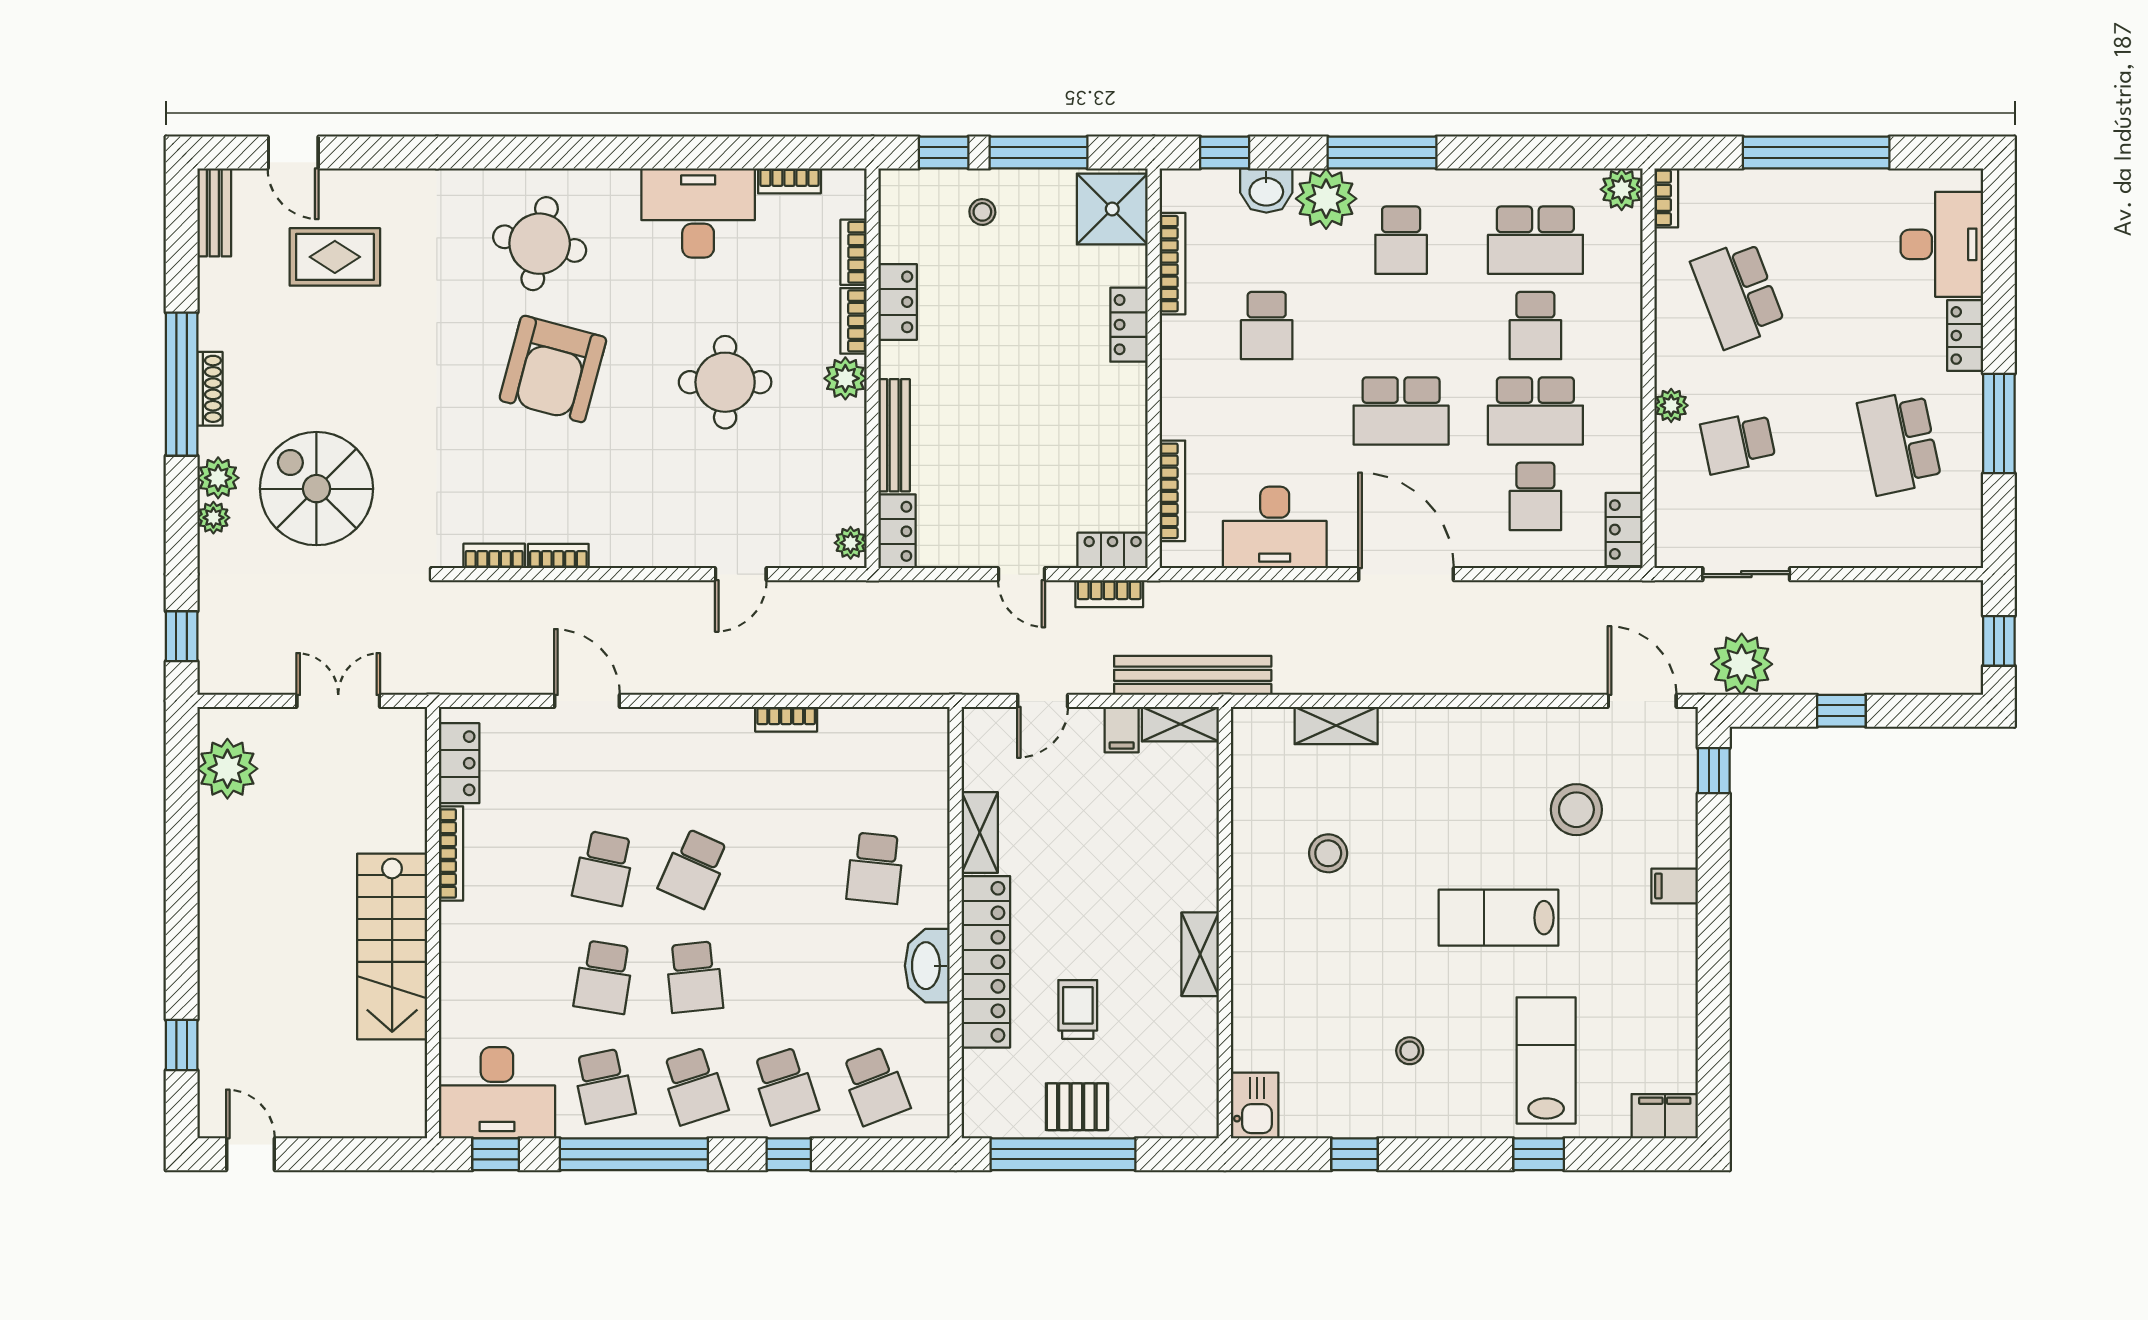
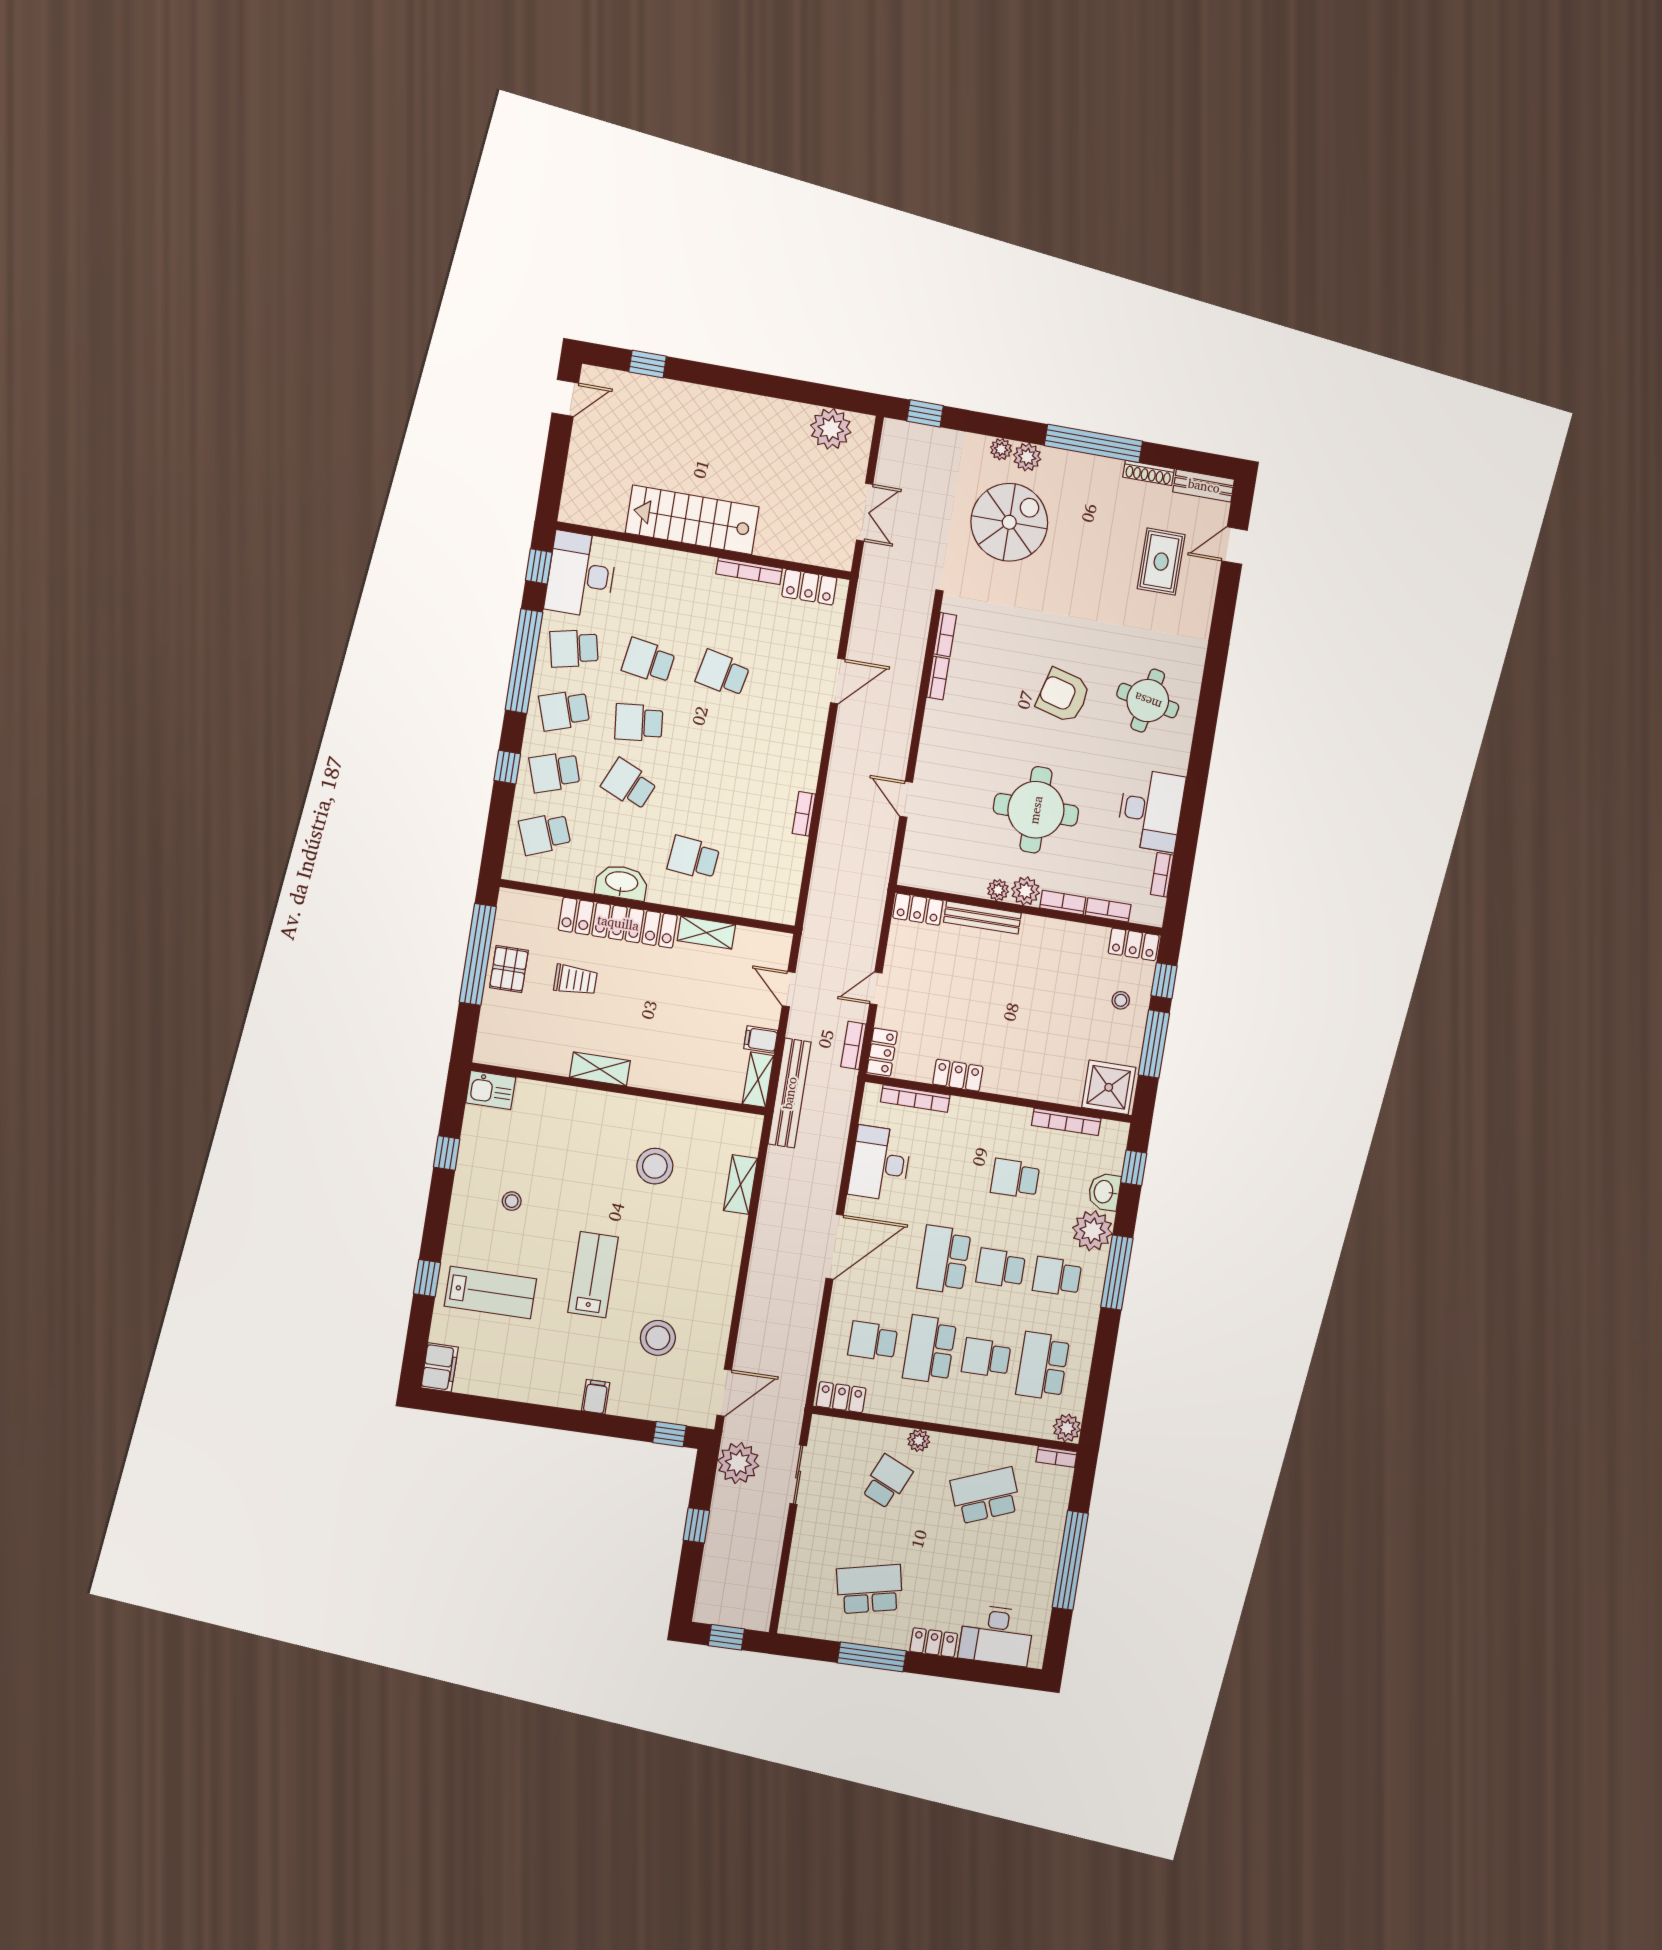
locker: (898, 302) -> (1134, 944), moved
locker: (1129, 325) -> (958, 1075), moved
school desk: (1401, 326) -> (1001, 1268), added
armchair: (553, 369) -> (1063, 695), width x0.73, depth x0.73
round table: (725, 382) -> (1036, 810), width x1.36, depth x1.36
shoe rack: (210, 389) -> (1149, 473), moved
school desk: (1738, 443) -> (887, 1482), turned 36
plant: (851, 543) -> (998, 890), moved
stool: (1328, 853) -> (655, 1166), width x1.38, depth x1.38
school desk: (694, 868) -> (629, 784), moved

